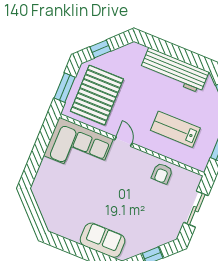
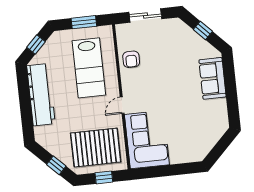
window: (65, 88) -> (104, 177), width x0.67
lab bench: (175, 129) -> (89, 68), width x1.36, depth x1.39
armchair: (162, 173) -> (131, 59), turned 90

